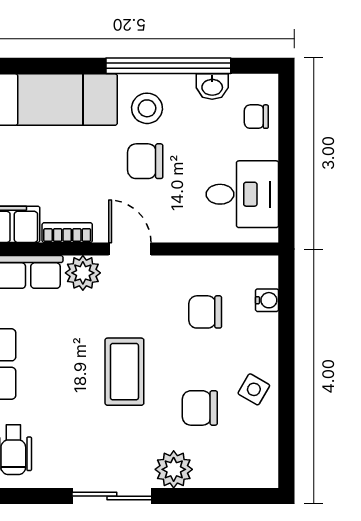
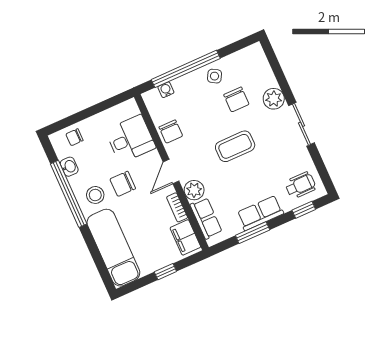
chair: (256, 117) -> (74, 137), turned 90
chair: (145, 161) -> (123, 184), turned 90
desk: (242, 194) -> (130, 139), moved, turned 90
chair: (205, 312) -> (171, 132), moved
window: (286, 348) -> (186, 69), added

